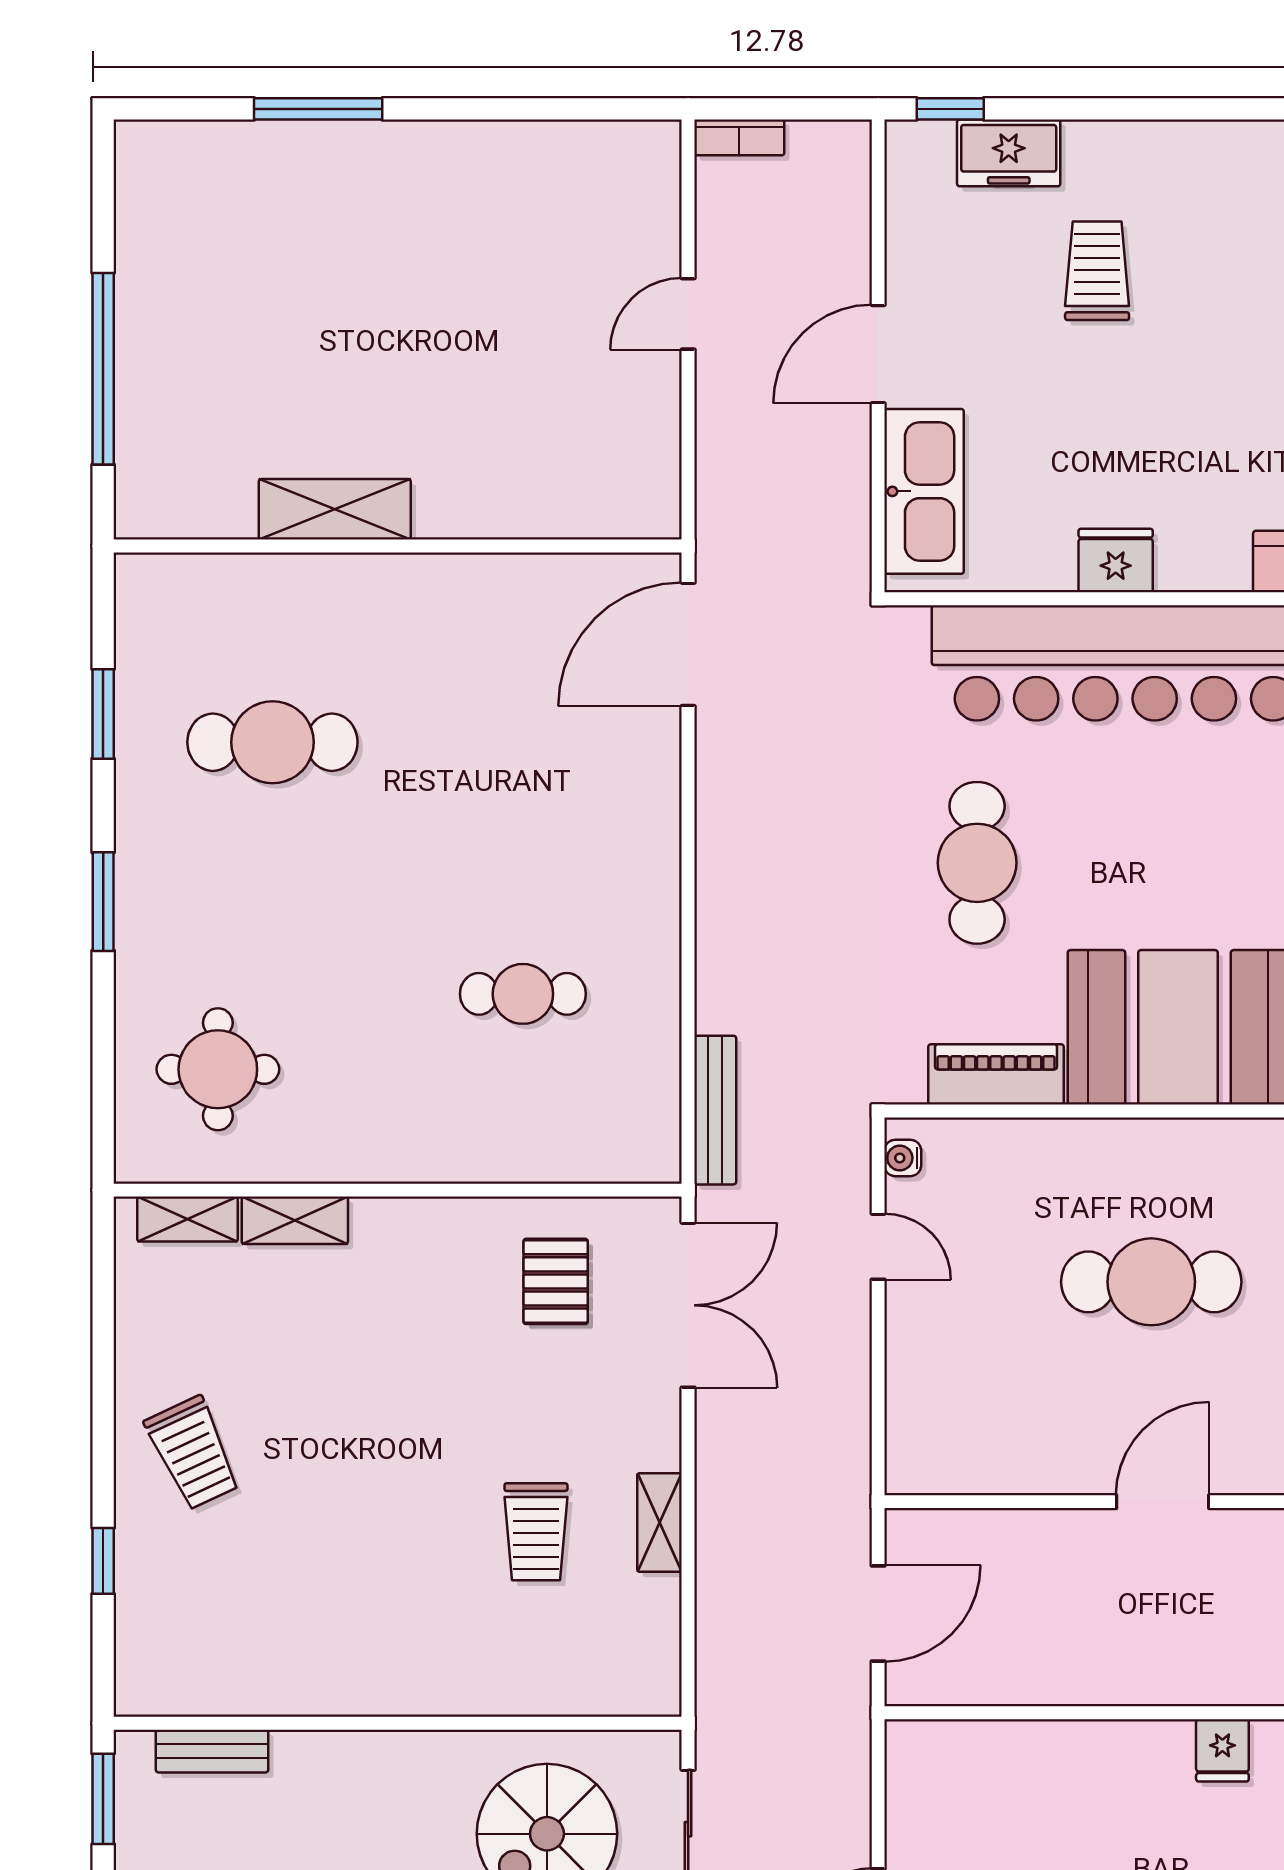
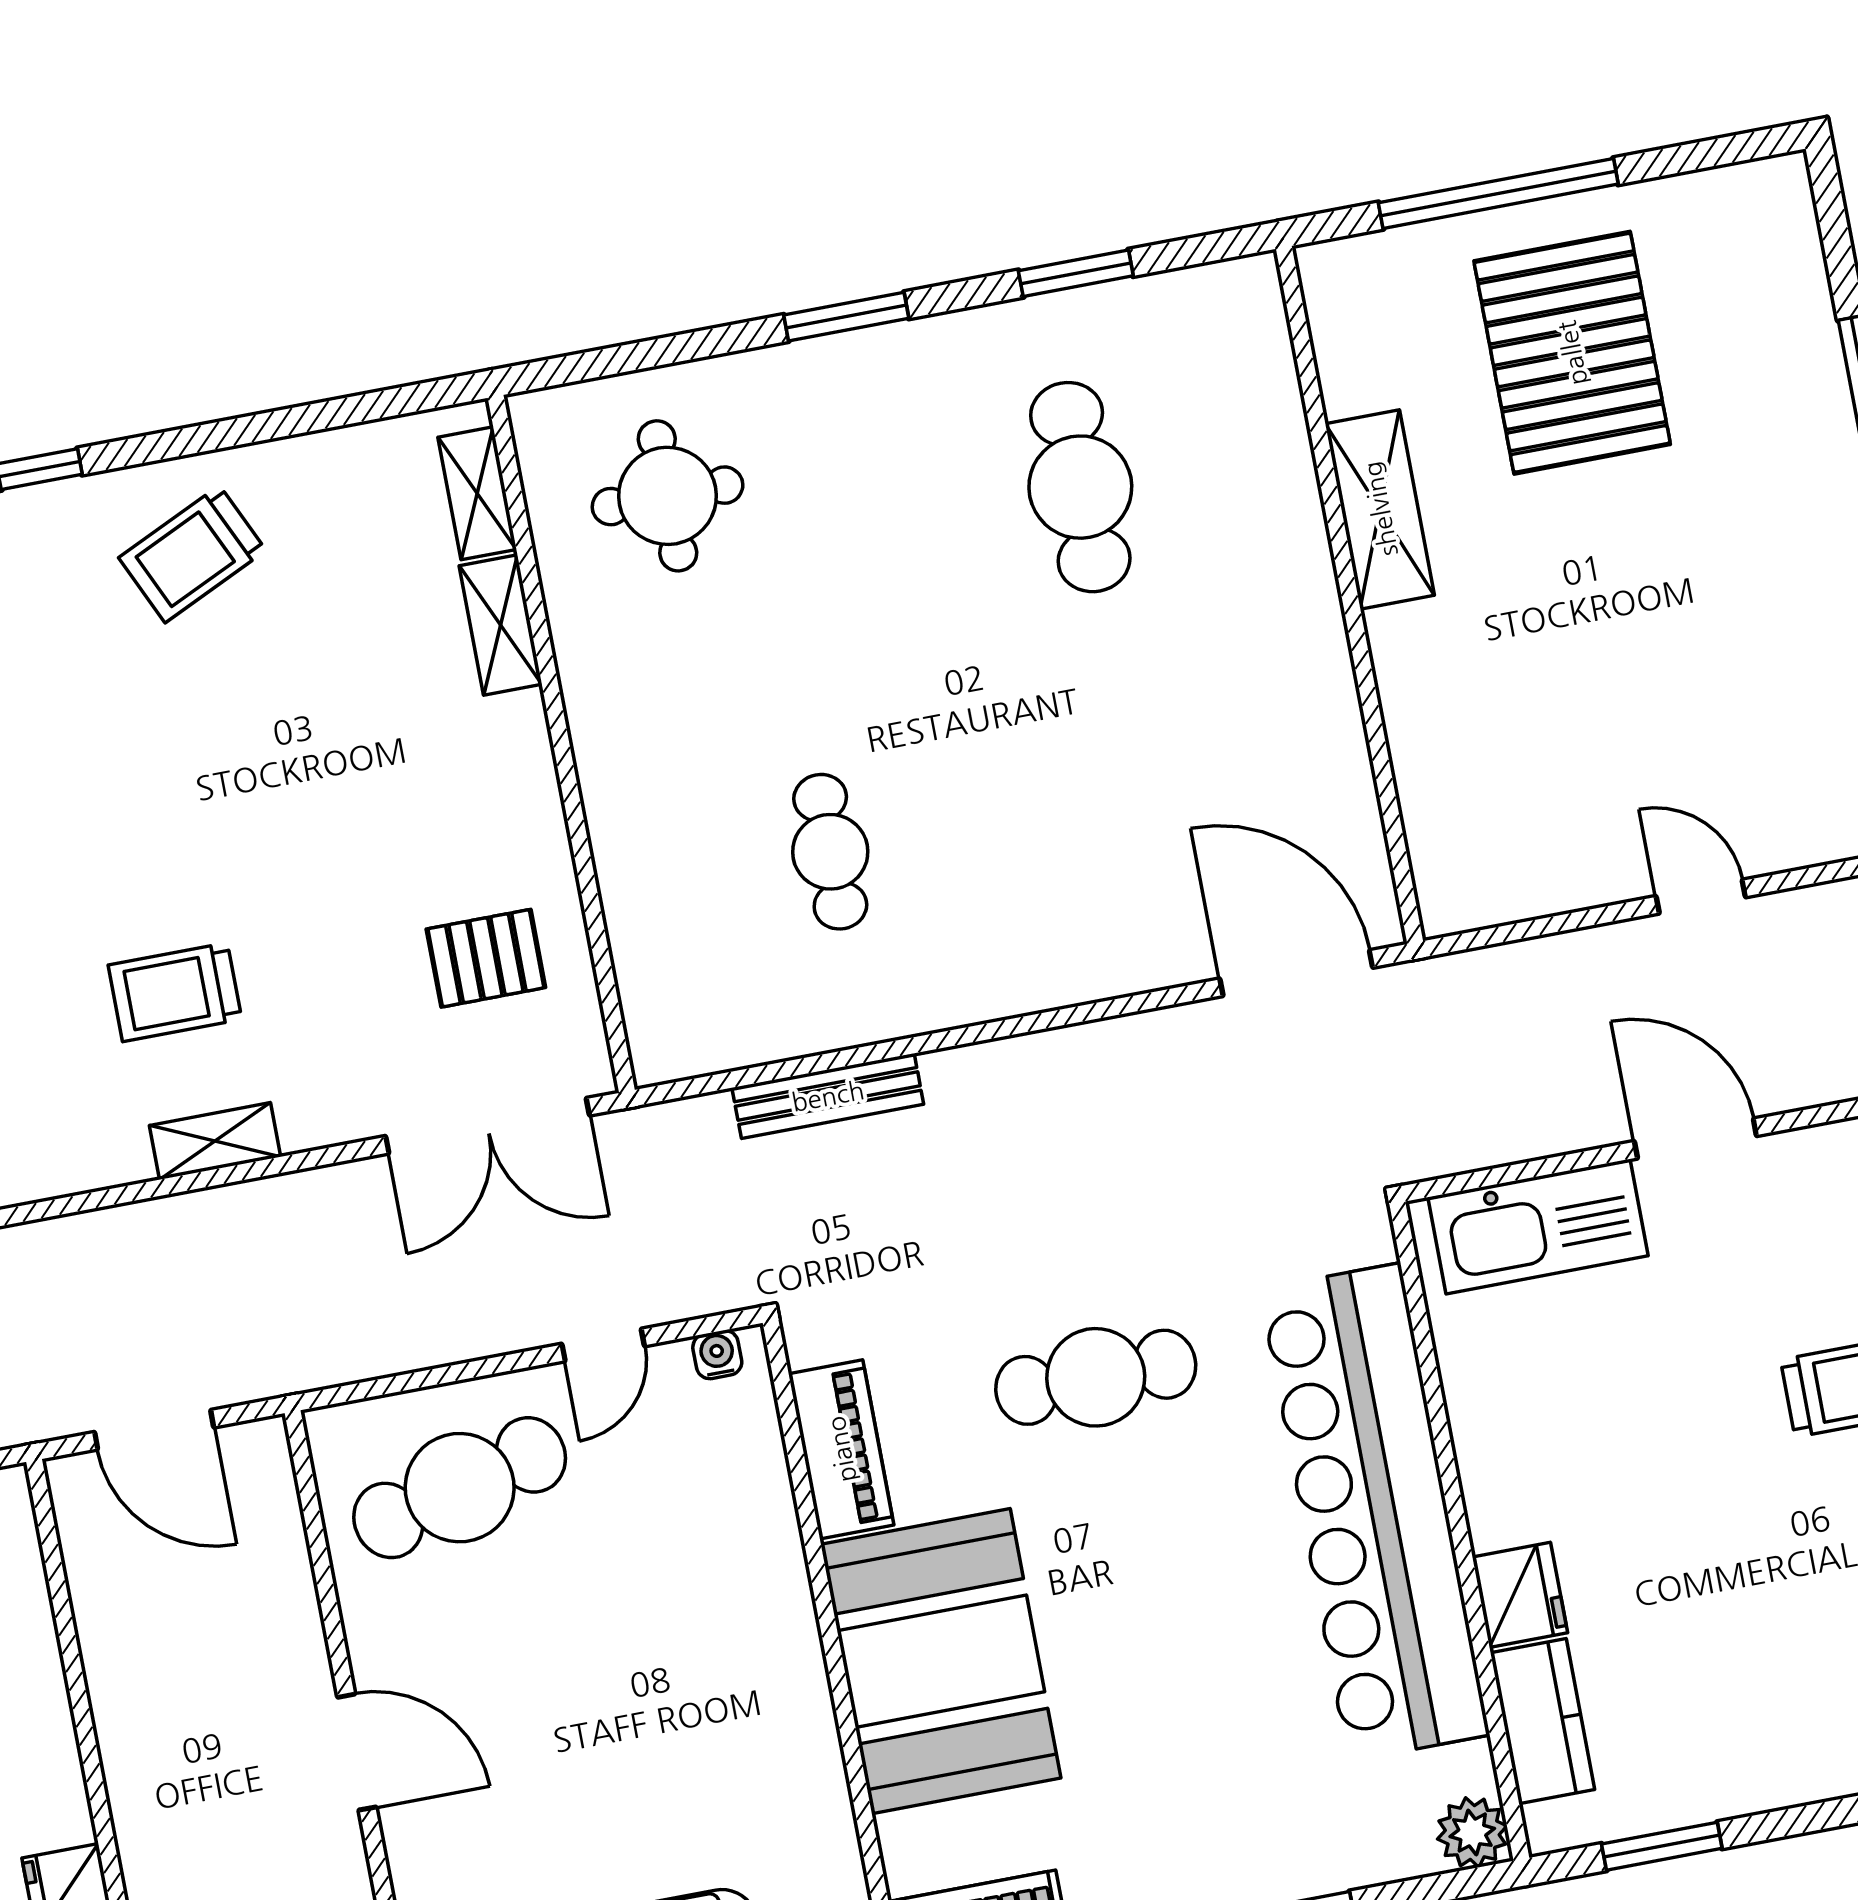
pallet: (240, 334) -> (1572, 353), added
fridge: (1116, 561) -> (1520, 1595), moved
bench: (715, 1110) -> (828, 1096), moved
cafe table: (1151, 1282) -> (460, 1488), moved, turned 76

